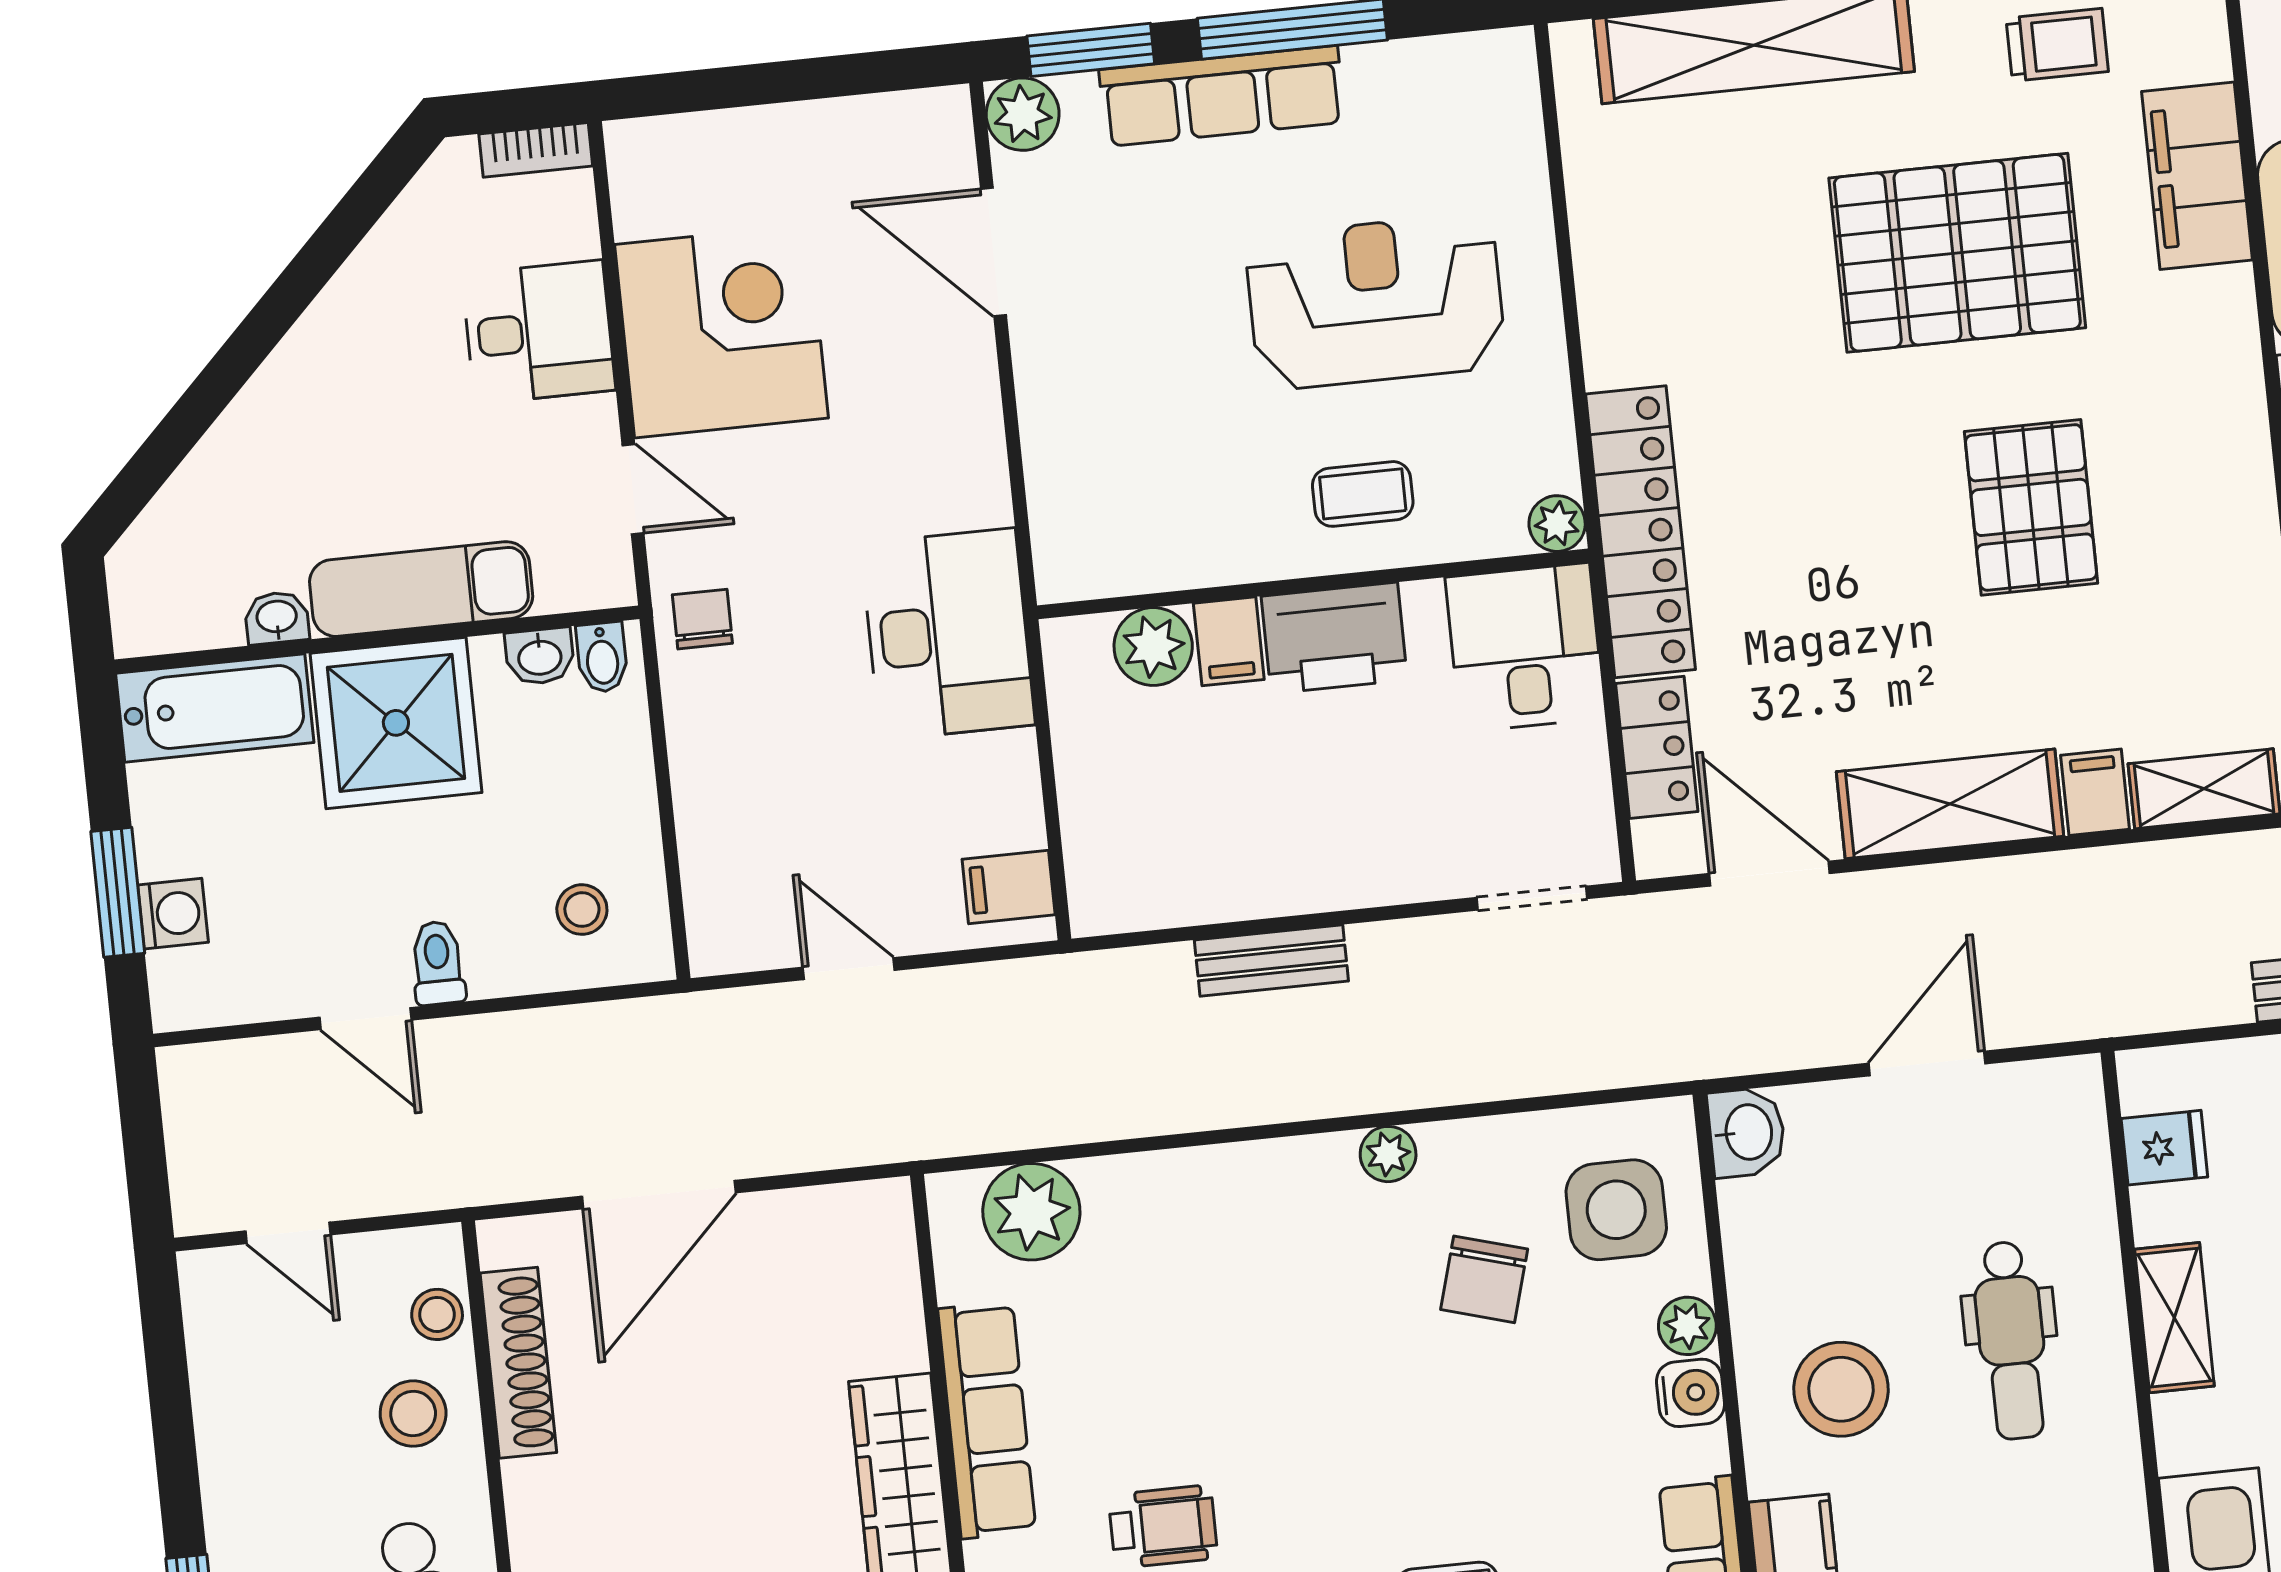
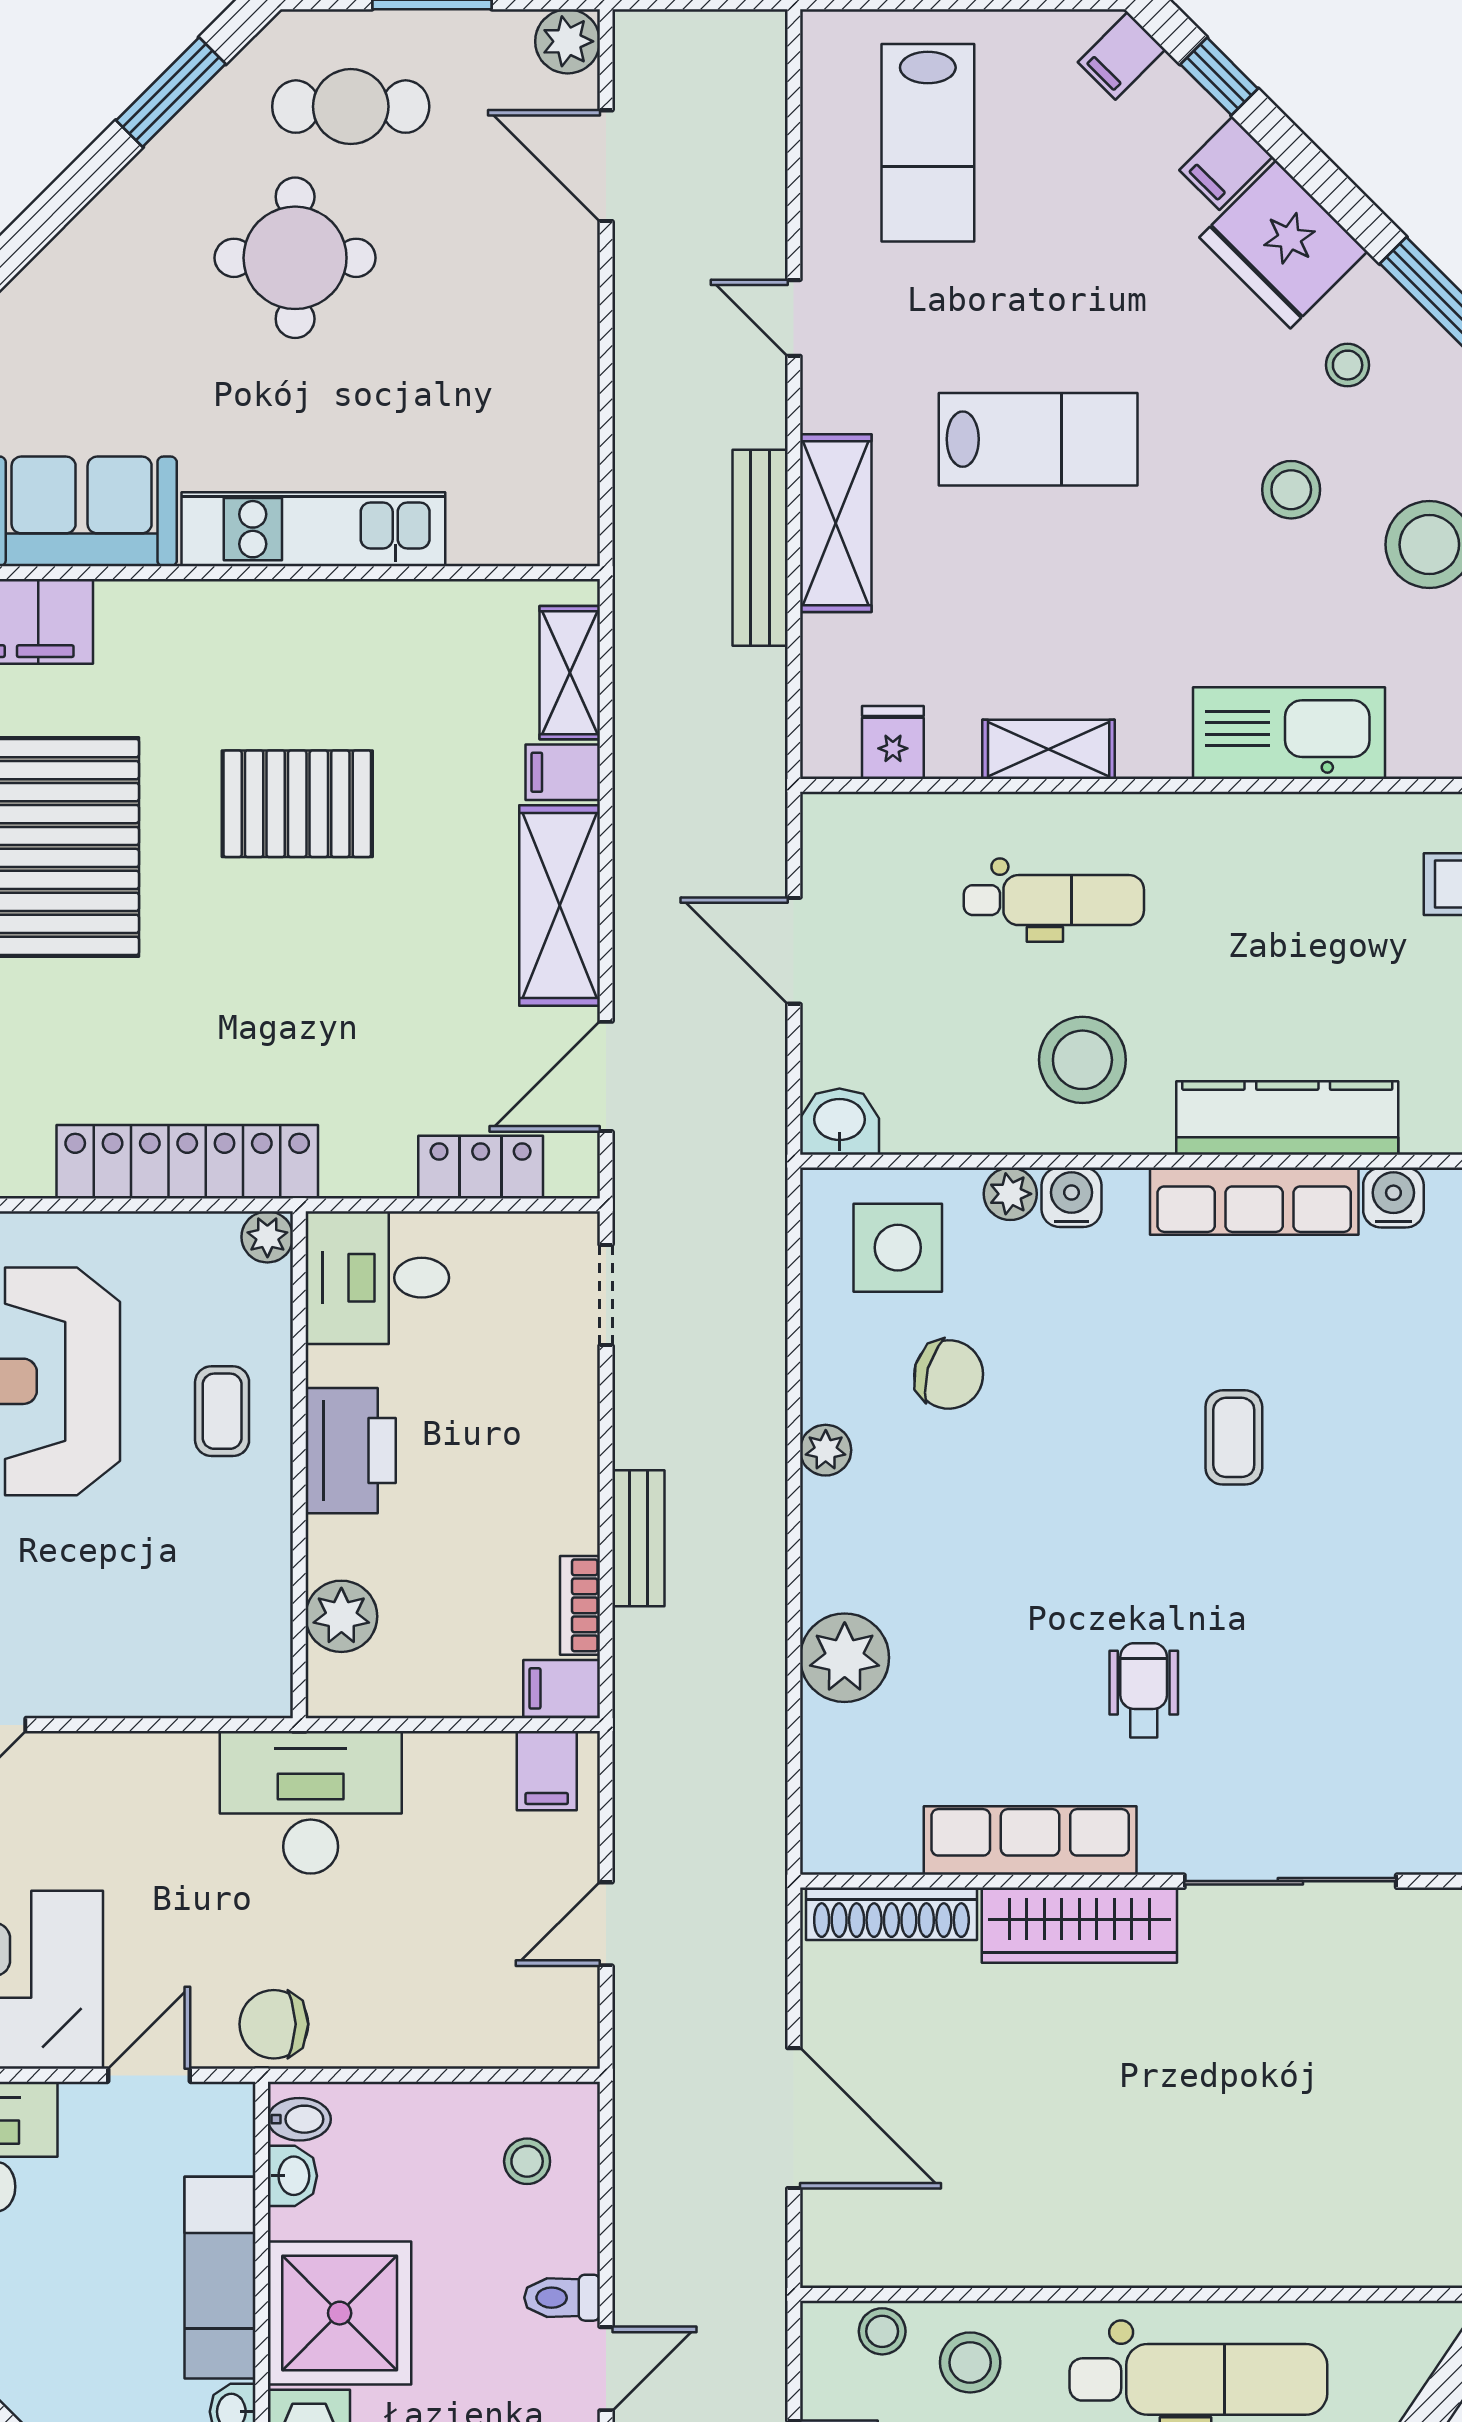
locker: (1640, 532) -> (187, 1162), moved
chair: (702, 619) -> (274, 2024), width x1.37, depth x1.37
filing cabinet: (1229, 641) -> (562, 1688), moved, turned 180
bookcase: (1192, 905) -> (580, 1605), added
plant: (1031, 1212) -> (845, 1658), moved
shoe rack: (518, 1363) -> (891, 1914), moved, turned 180

